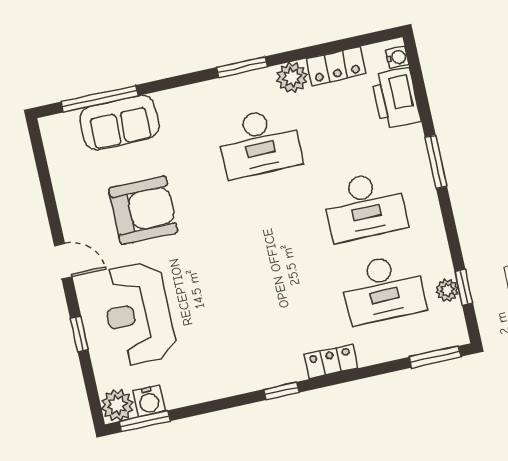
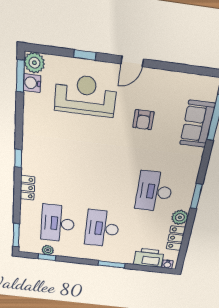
armchair: (143, 210) -> (143, 120), width x0.53, depth x0.53

